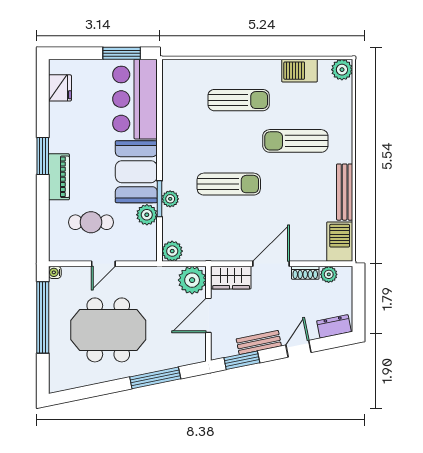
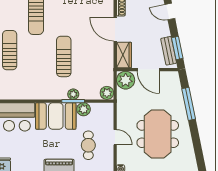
bench: (259, 342) -> (169, 51), moved

